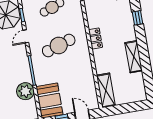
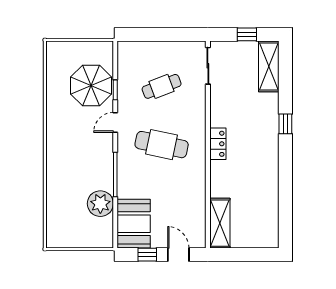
cafe table: (59, 46) -> (162, 145), turned 30
shelving: (134, 57) -> (270, 180), removed

